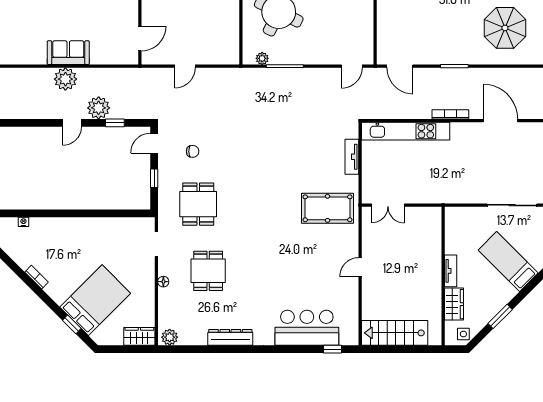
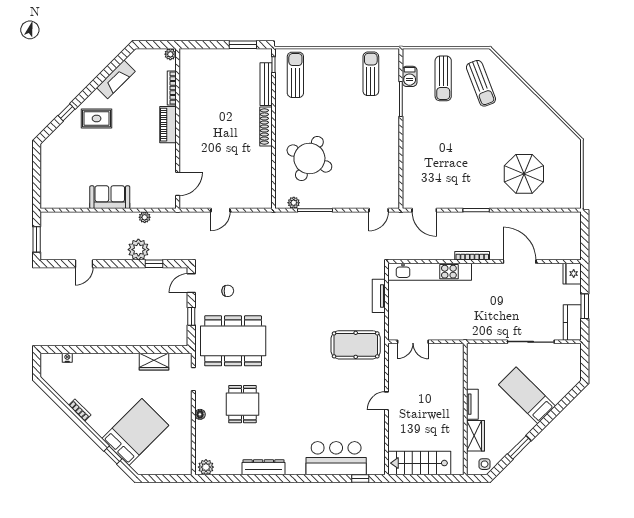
plant: (65, 79) -> (145, 217), moved, width x0.53, depth x0.53
door: (72, 123) -> (84, 264), moved
dining table: (198, 204) -> (233, 341), width x1.88, depth x1.24
wardrobe: (139, 336) -> (154, 362), moved, turned 180

